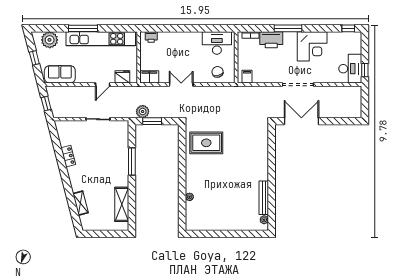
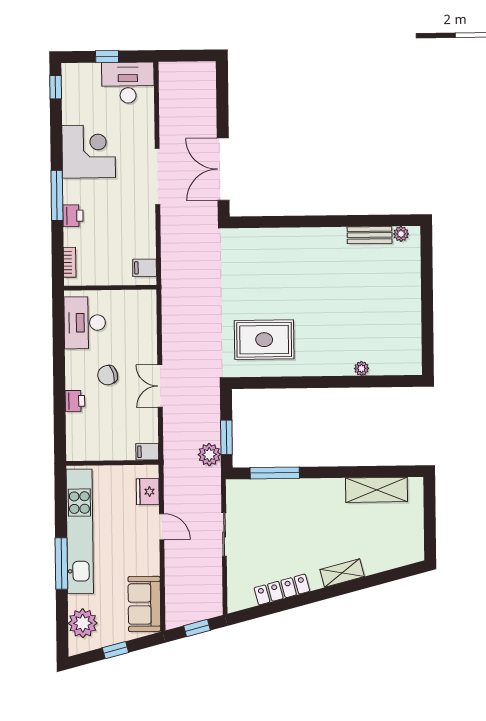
printer: (151, 37) -> (75, 401), moved
printer: (271, 40) -> (73, 216), width x0.53, depth x0.68
window: (365, 70) -> (107, 57), moved
chair: (218, 72) -> (108, 375), moved
filing cabinet: (149, 77) -> (147, 452), width x0.50
rug: (206, 143) -> (264, 340), turned 90
locker: (68, 156) -> (282, 589), width x1.53
window: (132, 161) -> (275, 473), moved
bench: (264, 198) -> (370, 235), width x0.73
shelving: (80, 203) -> (342, 573), moved

